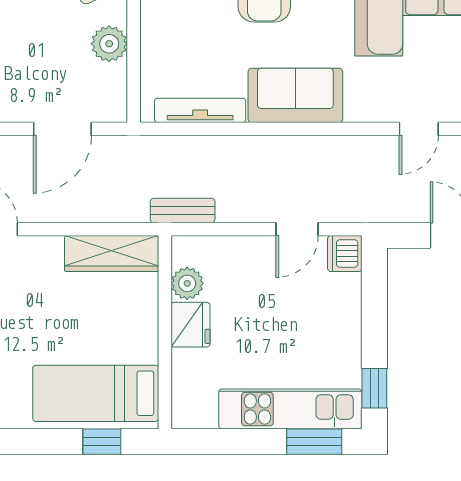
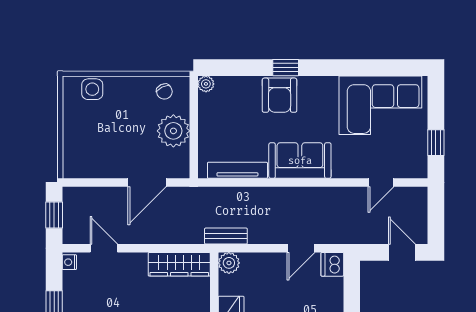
plant: (109, 44) -> (173, 131), width x1.36, depth x1.36
plant: (187, 283) -> (229, 263), moved

